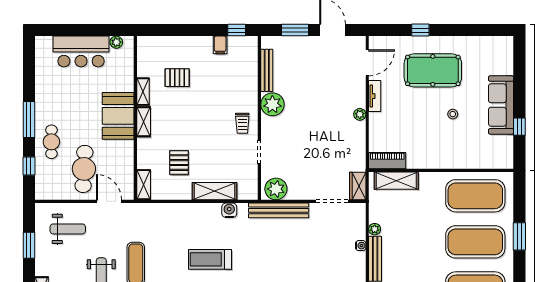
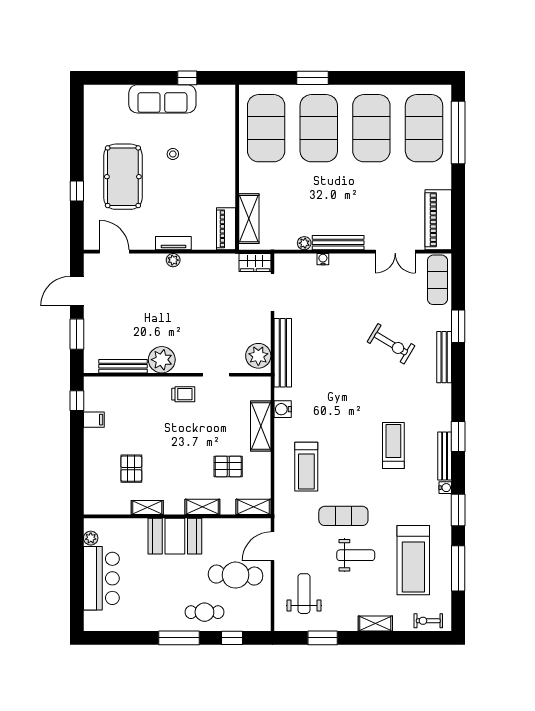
tv unit: (375, 96) -> (173, 243), moved
shelving: (144, 122) -> (202, 507), moved
treadmill: (210, 259) -> (306, 467), moved

